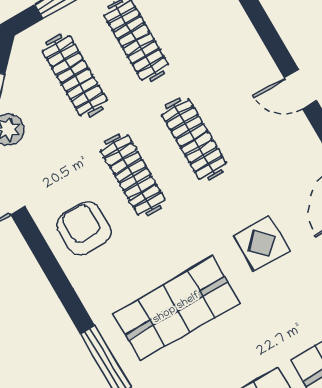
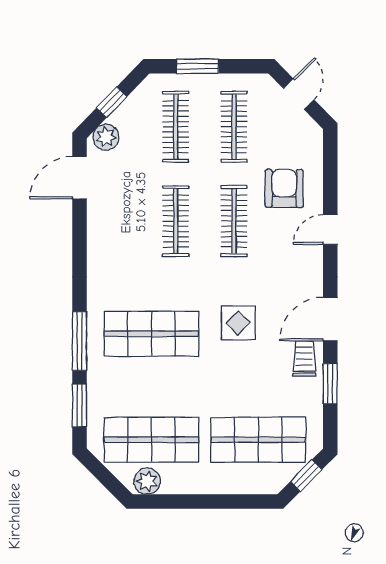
door: (301, 89) -> (330, 230), hinge flipped
armchair: (84, 228) -> (284, 188), moved

